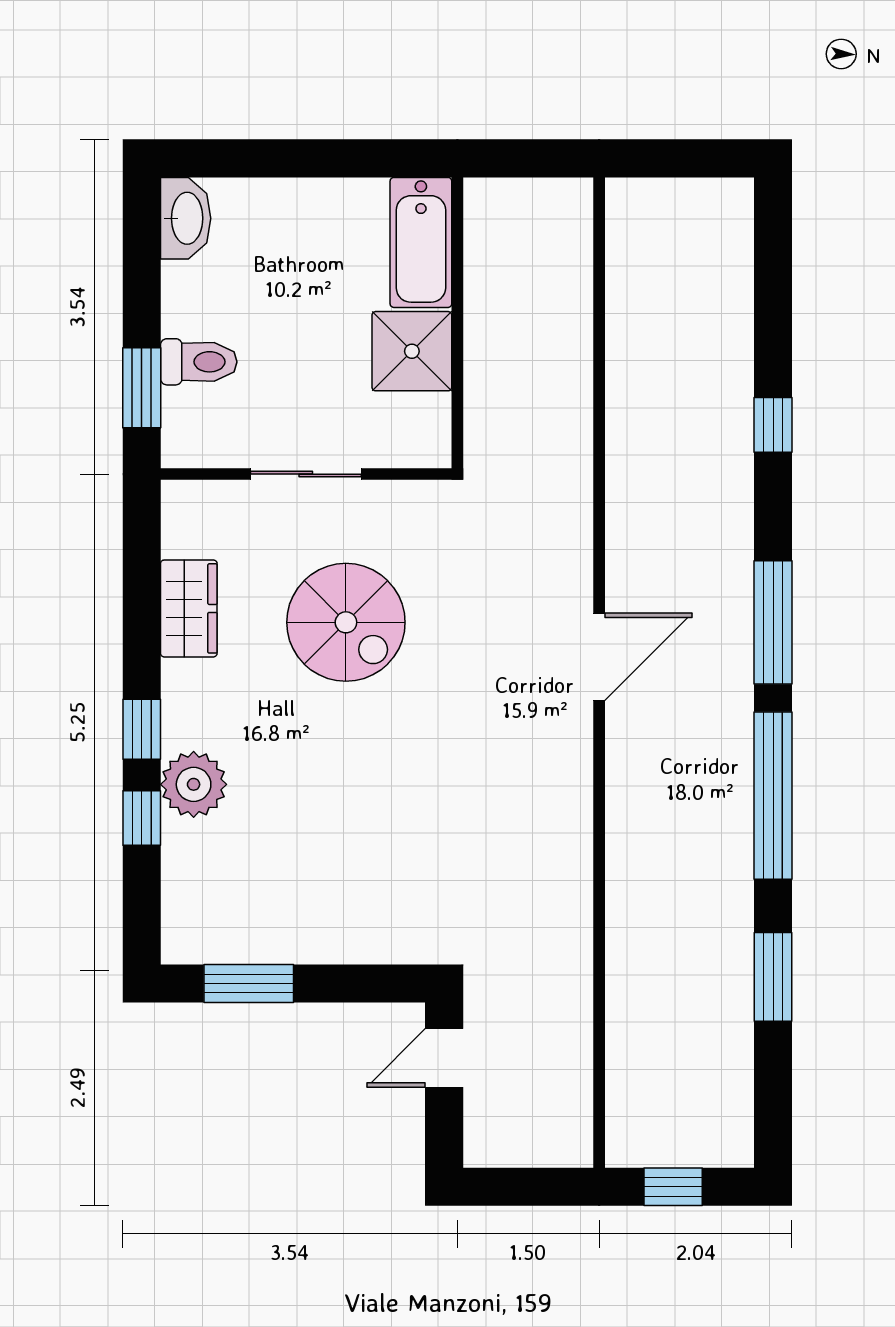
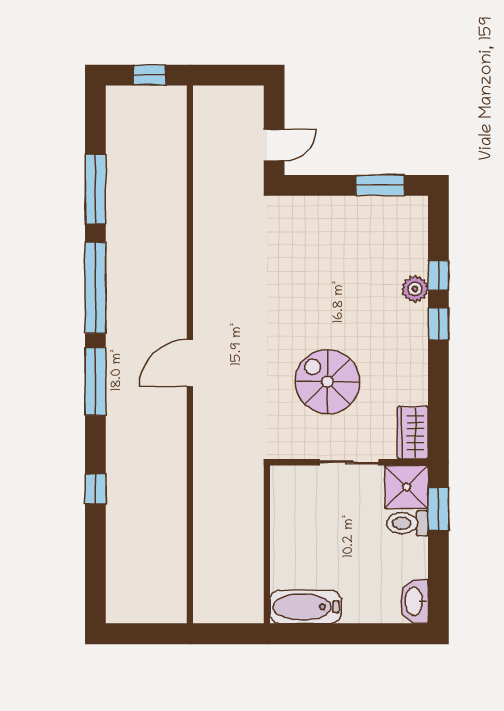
bathtub: (421, 242) -> (305, 607), moved, turned -90
shower: (412, 351) -> (407, 487), moved
wardrobe: (189, 608) -> (413, 433), moved
plant: (194, 784) -> (415, 289), width x0.73, depth x0.73
window: (773, 977) -> (95, 189), width x1.44

